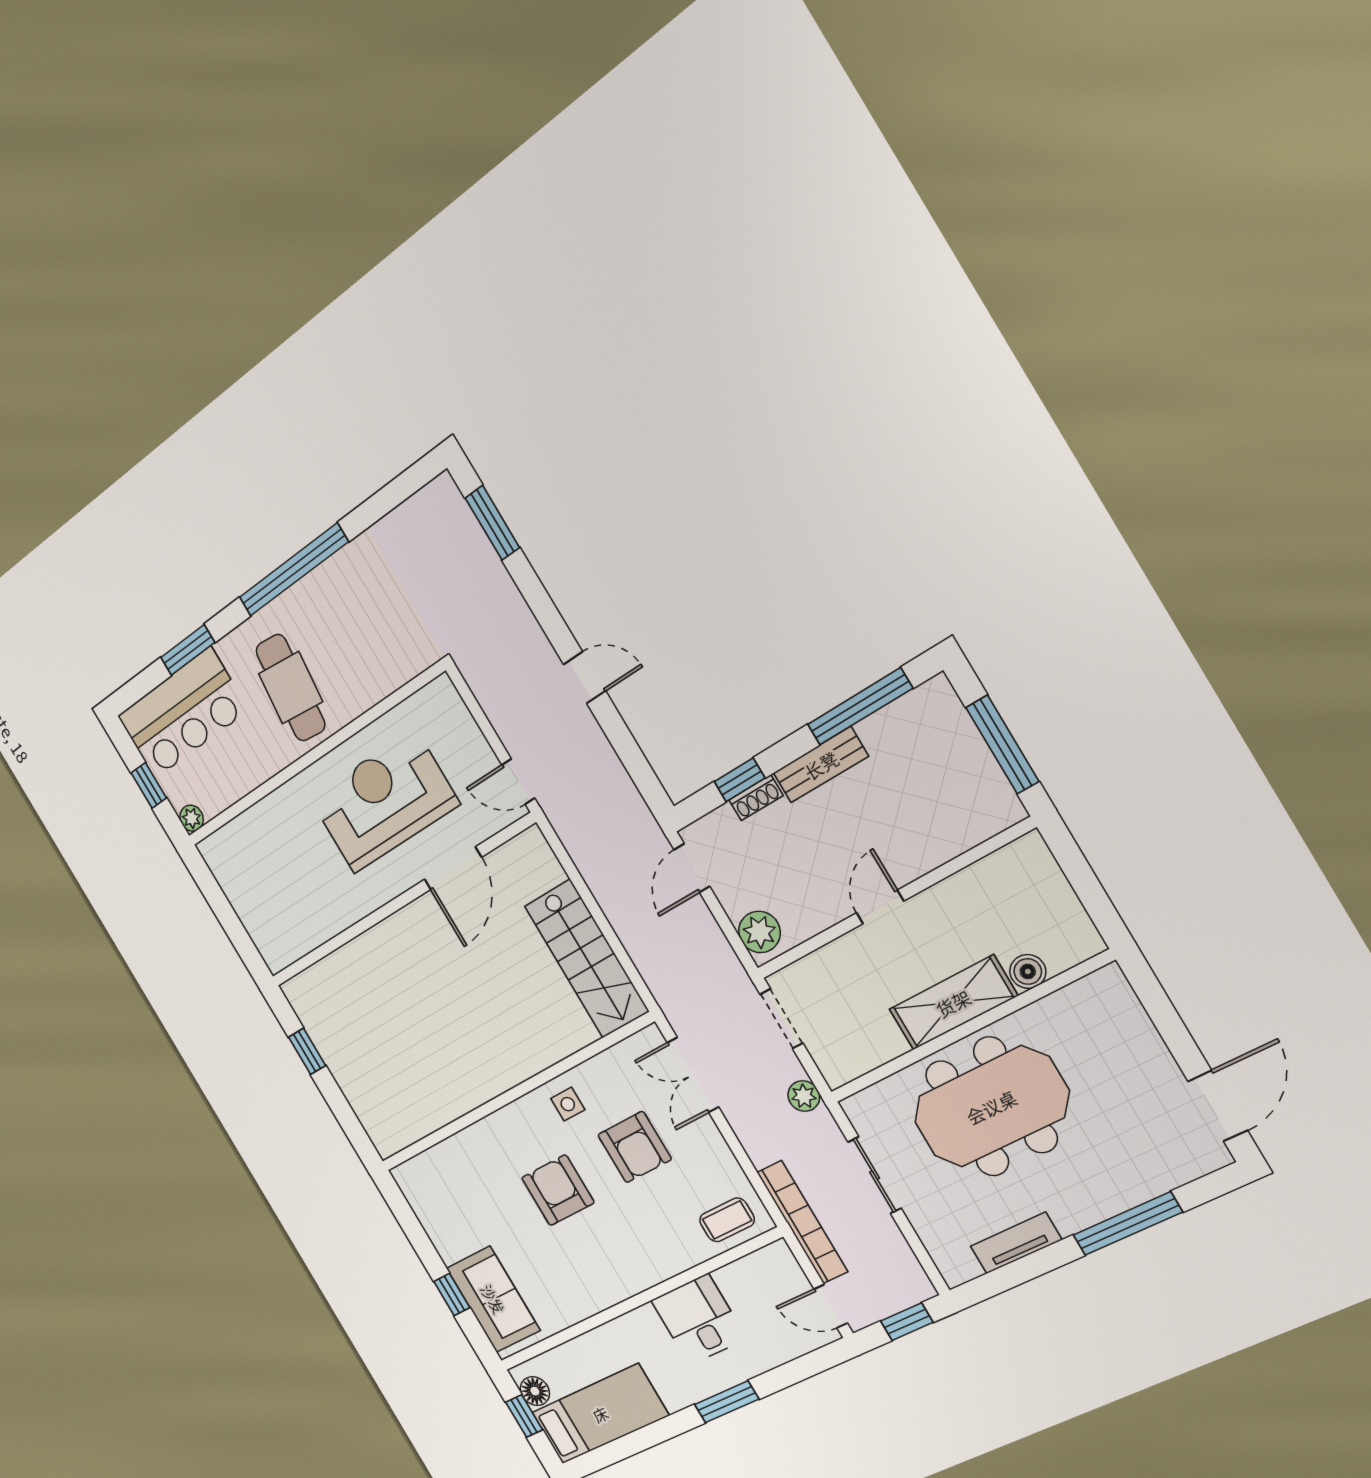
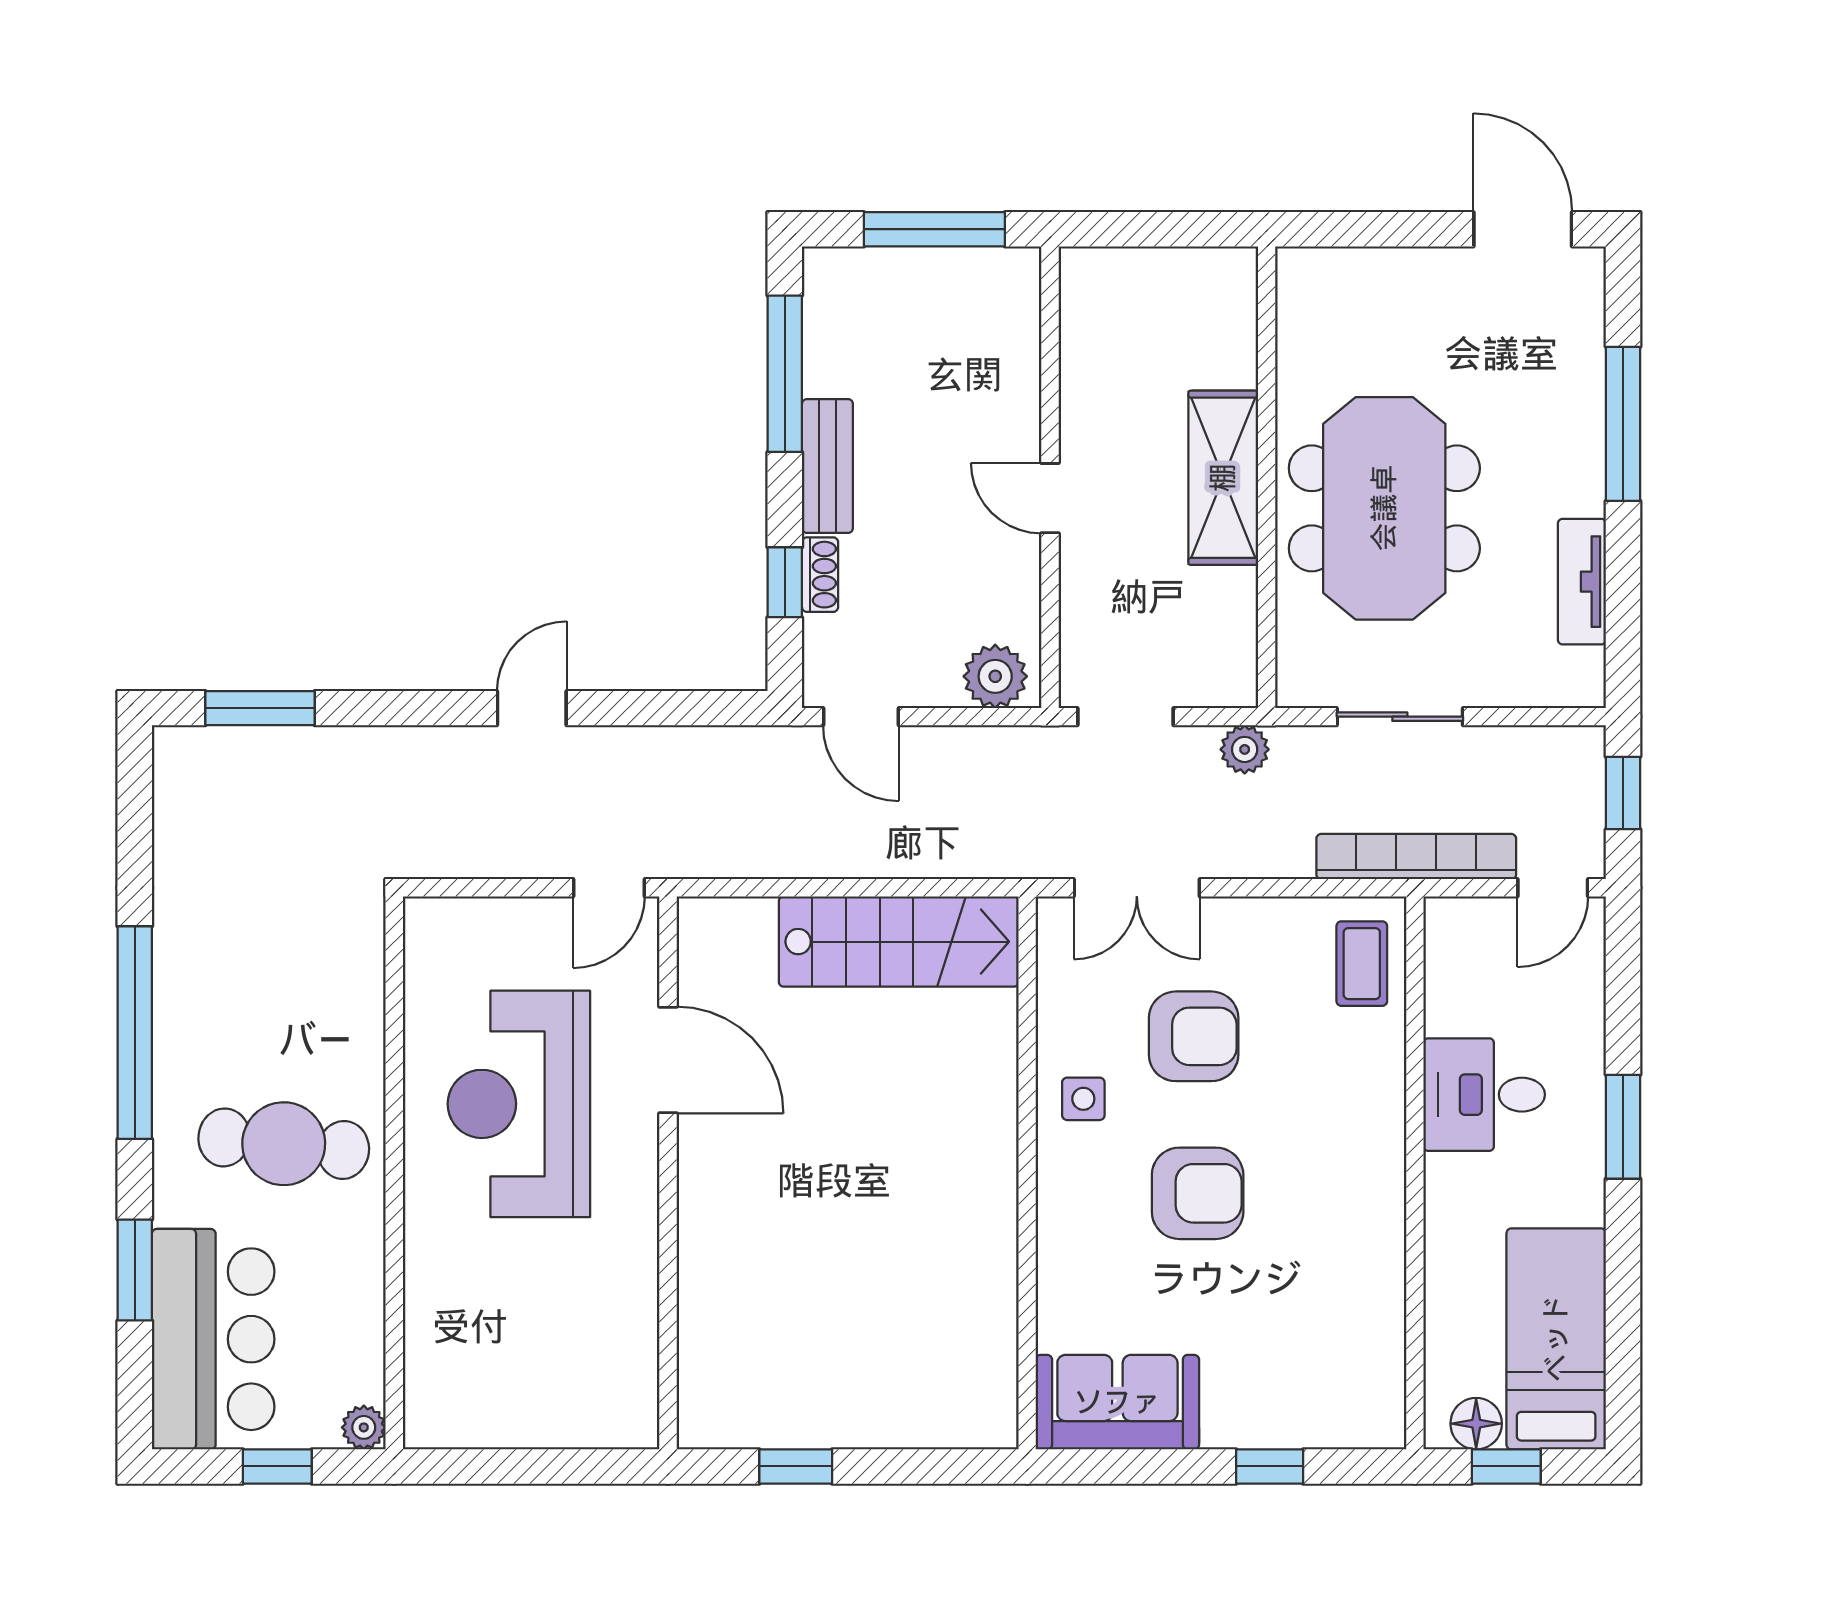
boiler: (1028, 971) -> (1233, 361), removed
armchair: (558, 1190) -> (1198, 1193), turned 180
sofa: (493, 1299) -> (1117, 1402), moved

